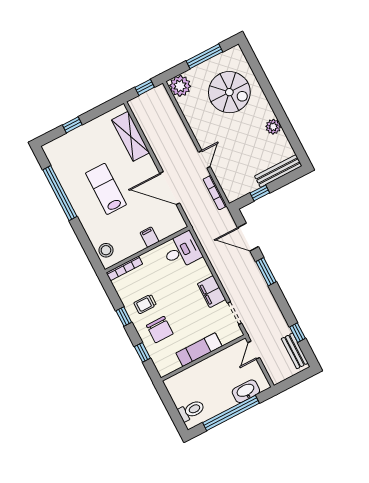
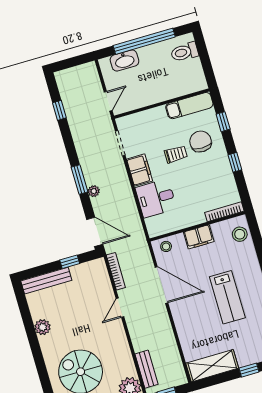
shelving: (131, 136) -> (212, 366), moved, turned 90
stool: (173, 225) -> (166, 246), added
filing cabinet: (150, 237) -> (199, 237), width x2.00
door: (248, 237) -> (95, 232), moved
desk: (182, 251) -> (156, 198), moved
plant: (250, 263) -> (94, 191), added
trolley: (145, 304) -> (176, 154), moved
exam couch: (199, 350) -> (189, 106), moved
bench: (295, 351) -> (147, 369), moved

